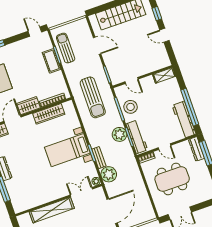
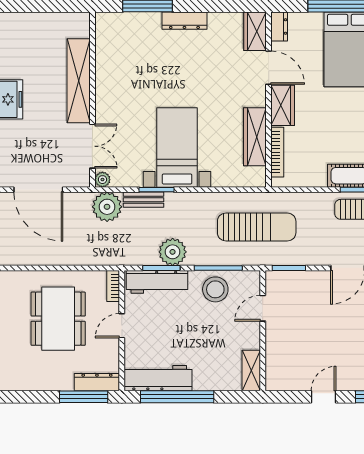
sun lounger: (93, 97) -> (257, 227), turned 180

